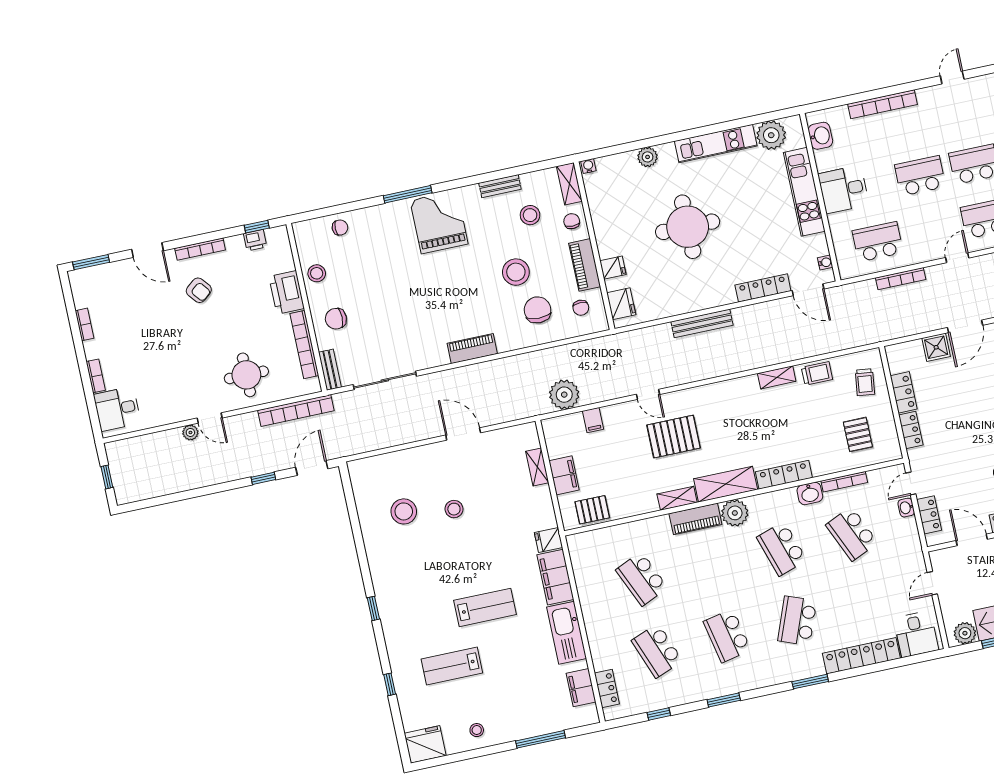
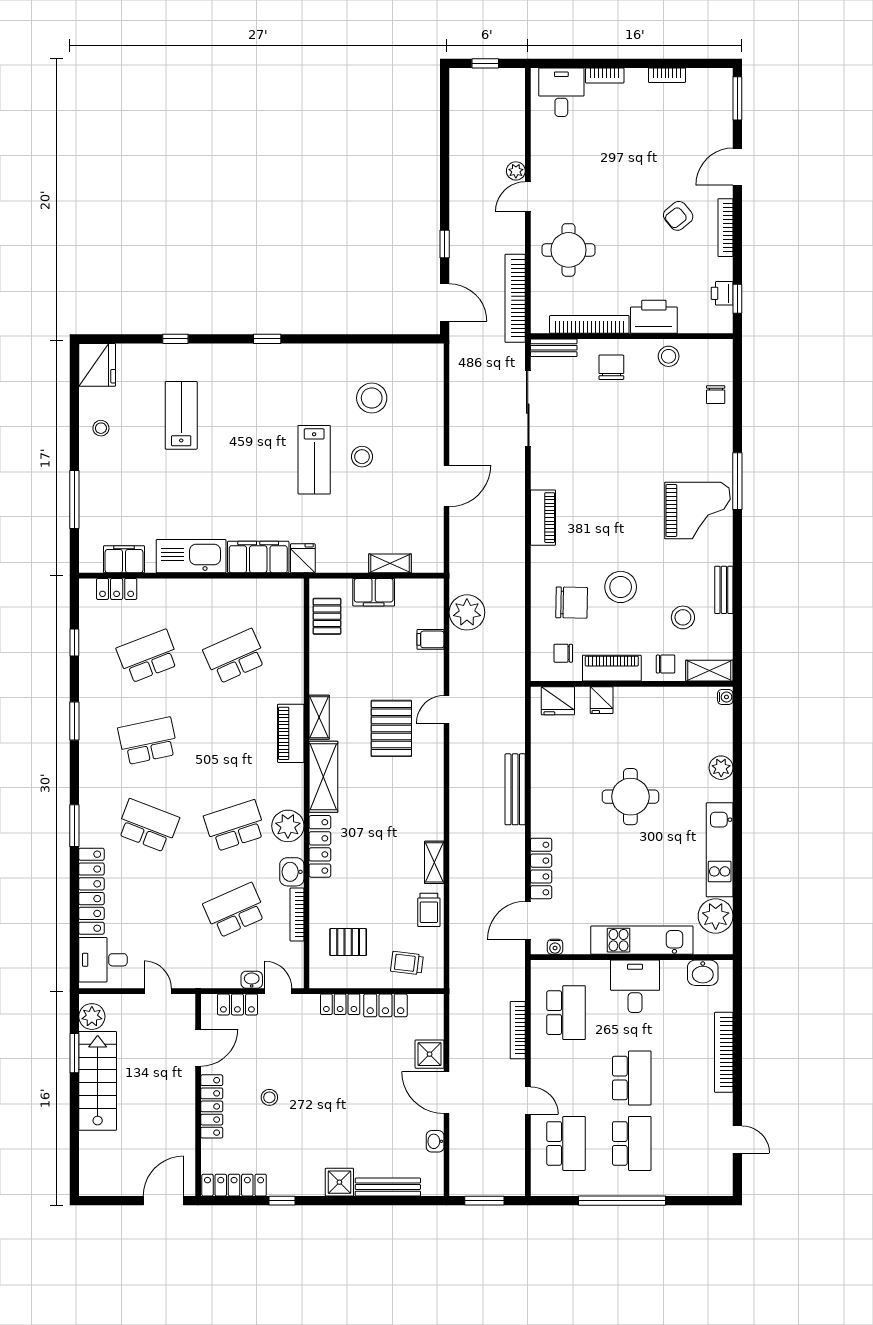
round table: (688, 227) -> (630, 797), width x0.73, depth x0.73
plant: (735, 513) -> (288, 826), moved
lab bench: (485, 607) -> (314, 460), moved

